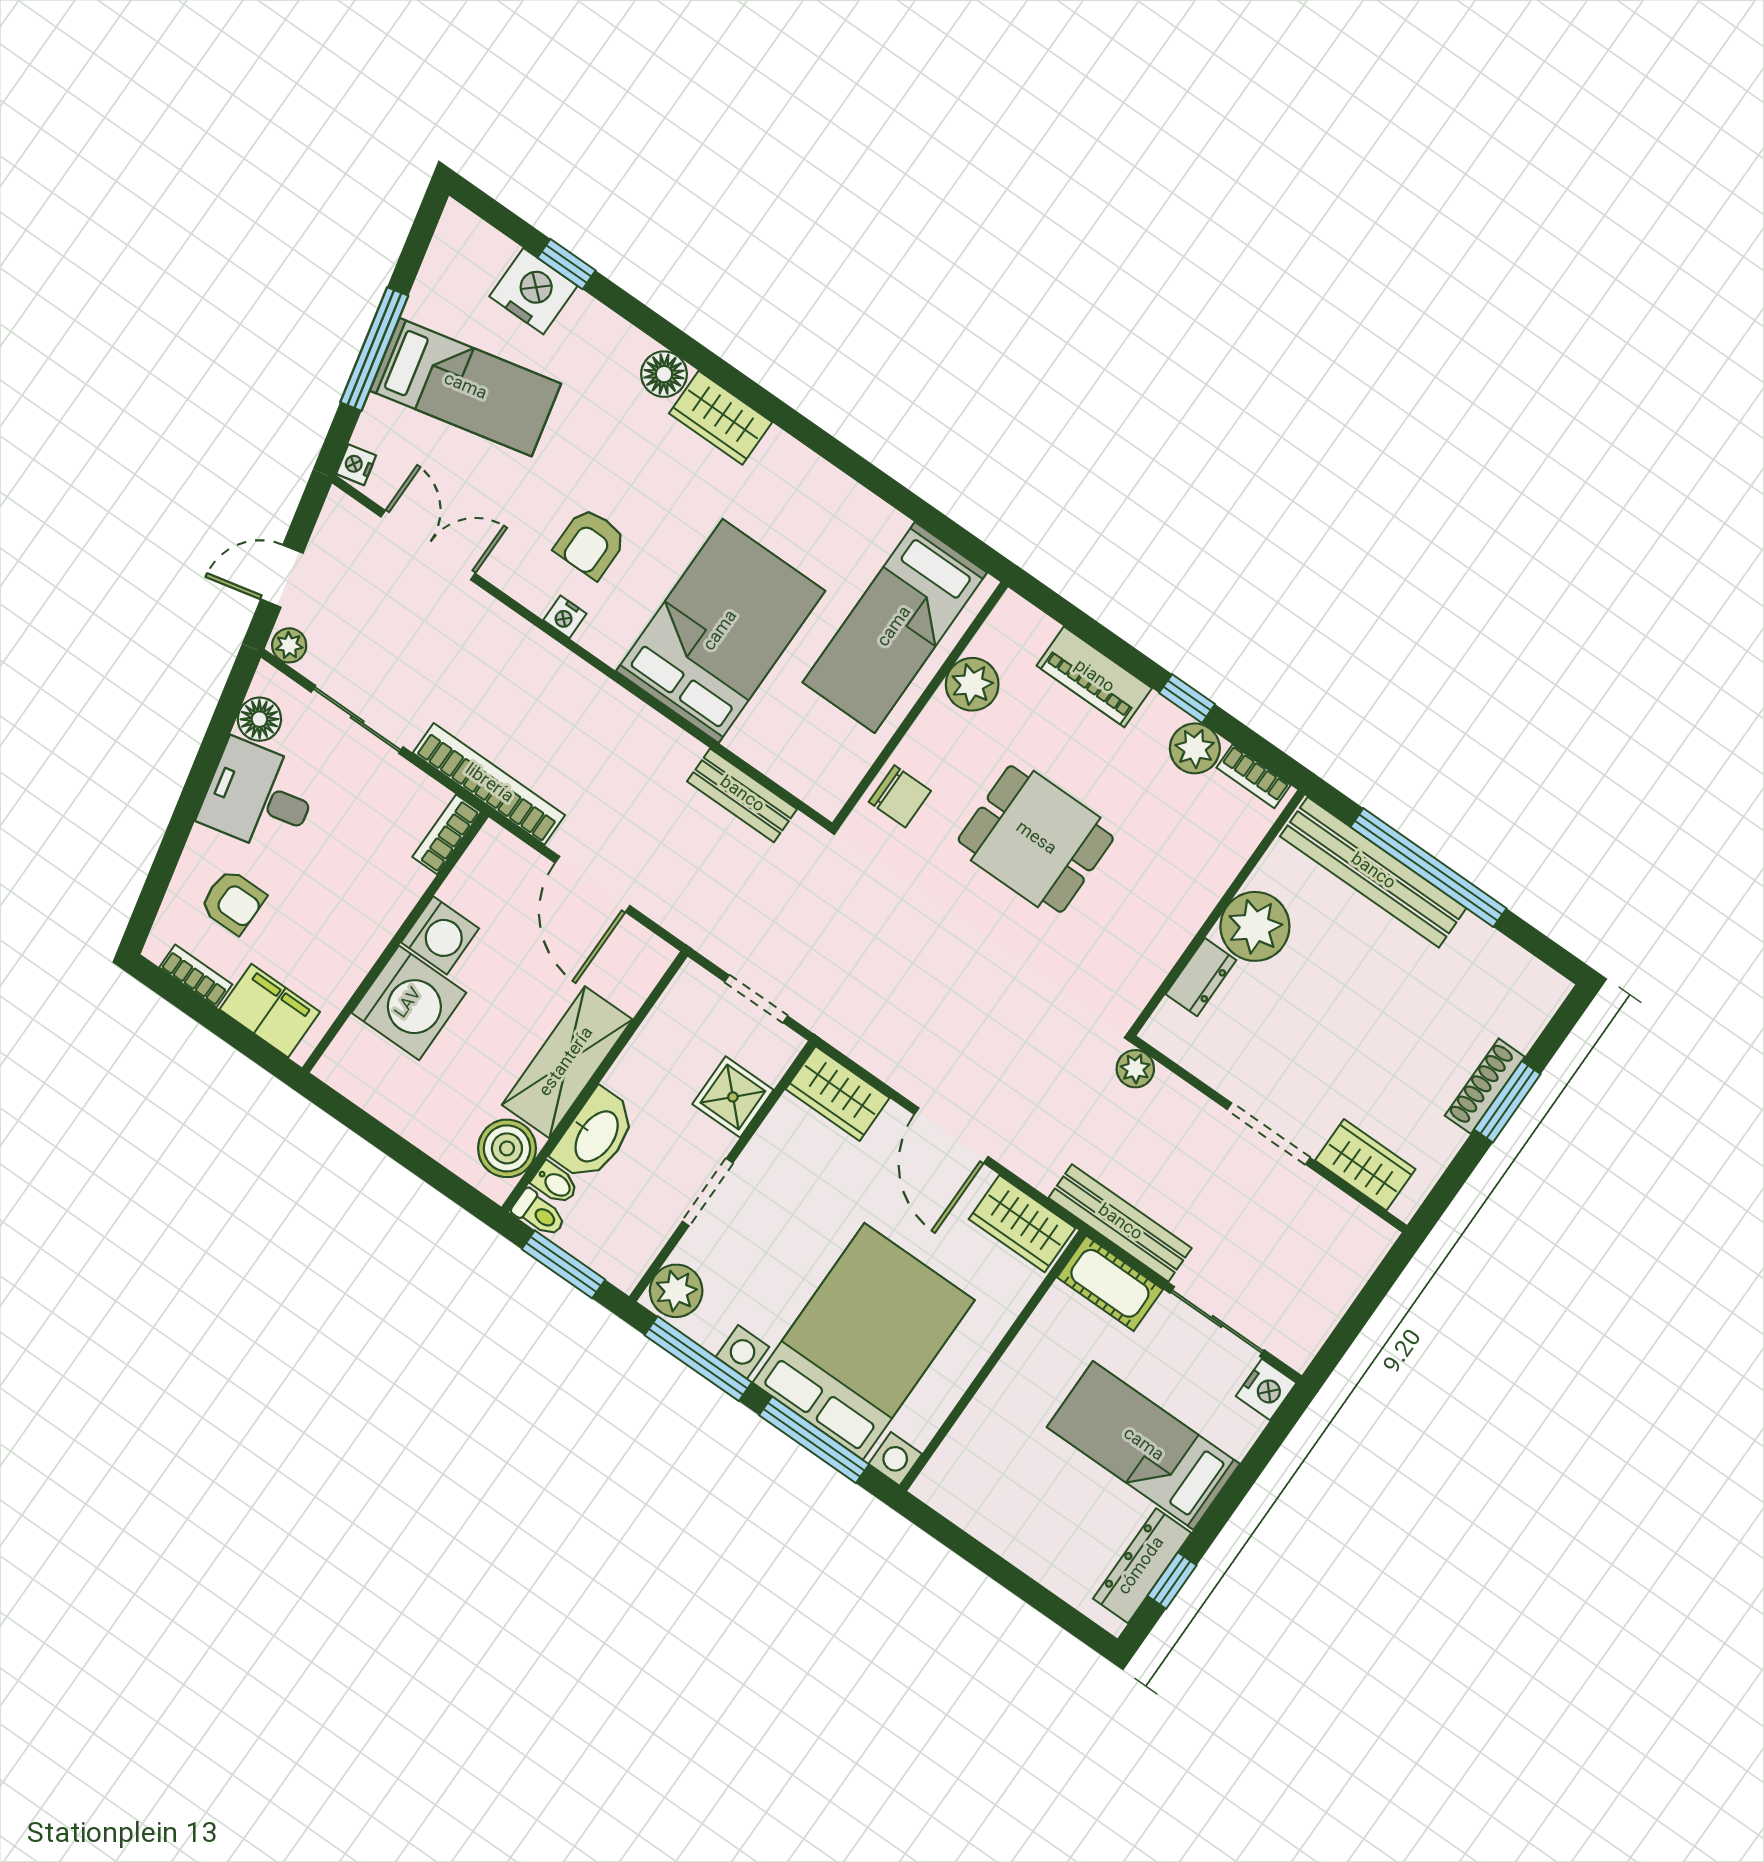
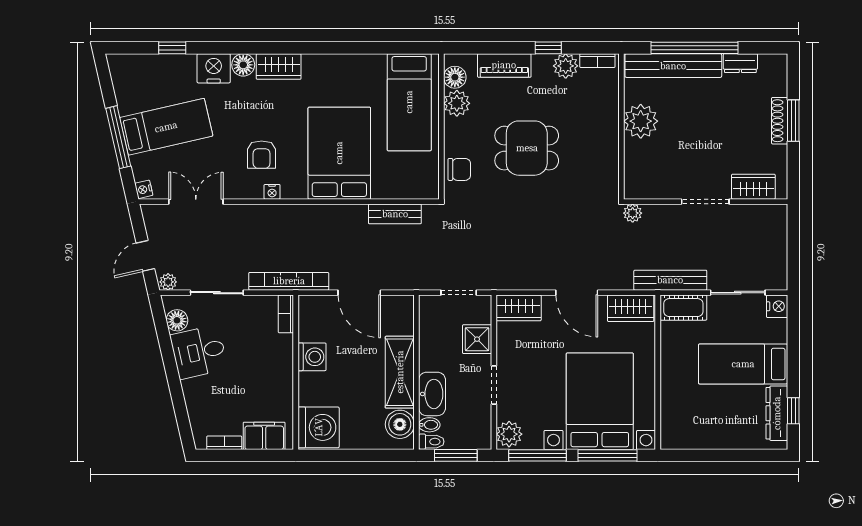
nightstand: (533, 291) -> (214, 68), moved
floor lamp: (999, 639) -> (455, 77), added
armchair: (233, 902) -> (218, 402), removed
dresser: (1201, 977) -> (740, 63), moved, turned 90
washing machine: (409, 1003) -> (319, 427), moved

